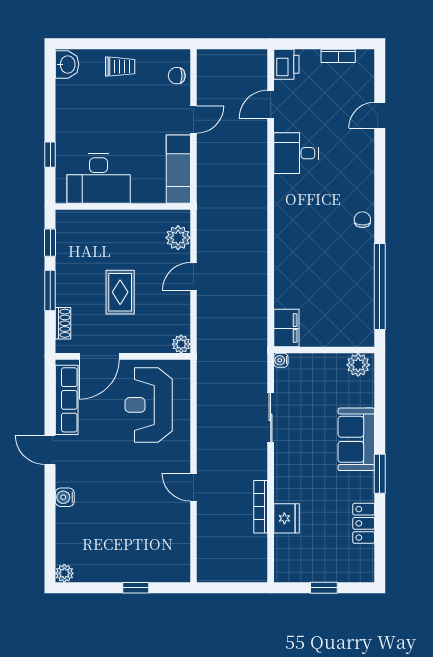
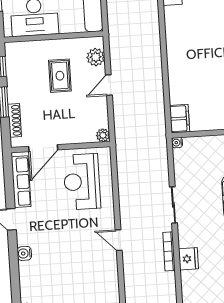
rug: (120, 292) -> (60, 76), moved
shoe rack: (63, 323) -> (15, 120), width x1.43
sliding door: (271, 417) -> (173, 205), moved

